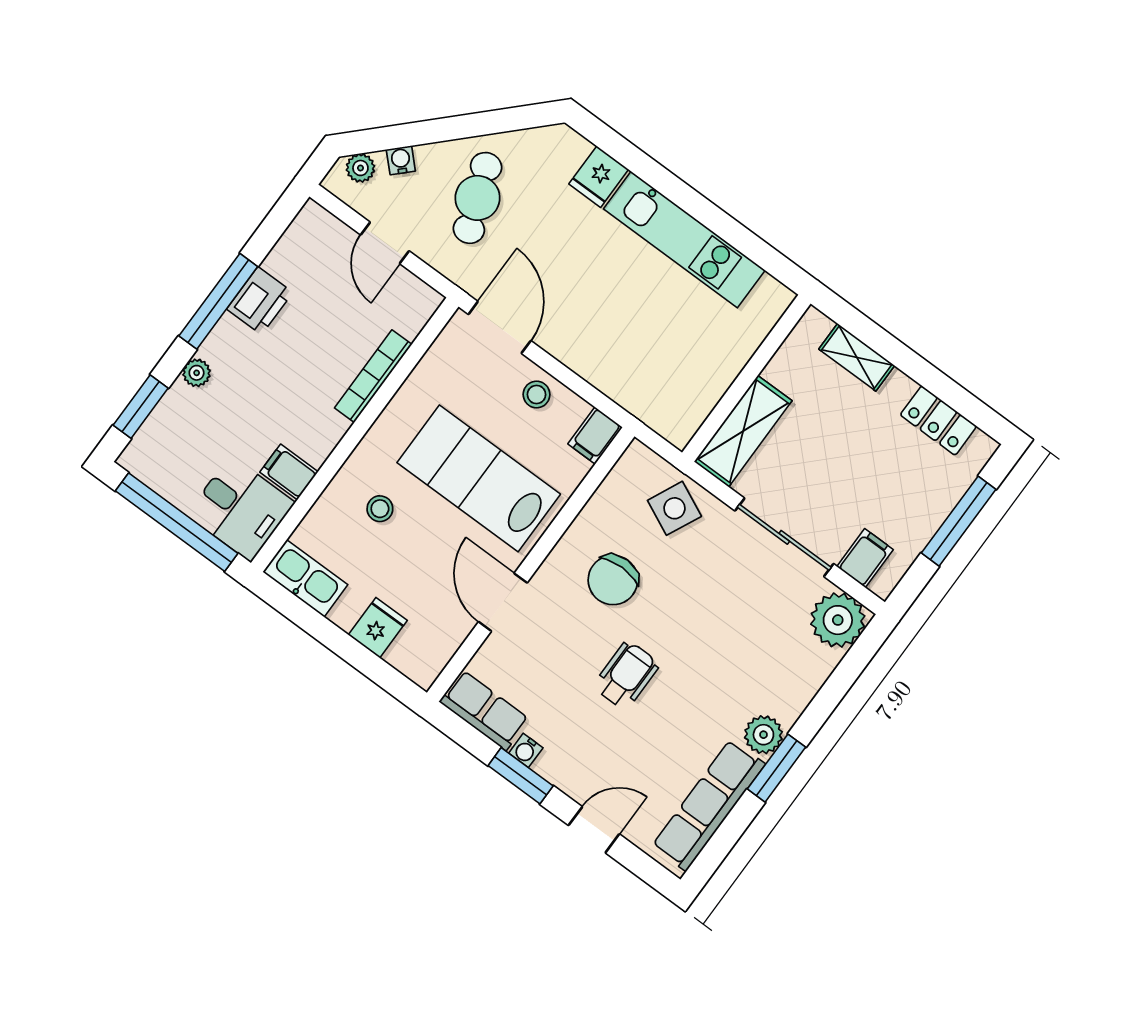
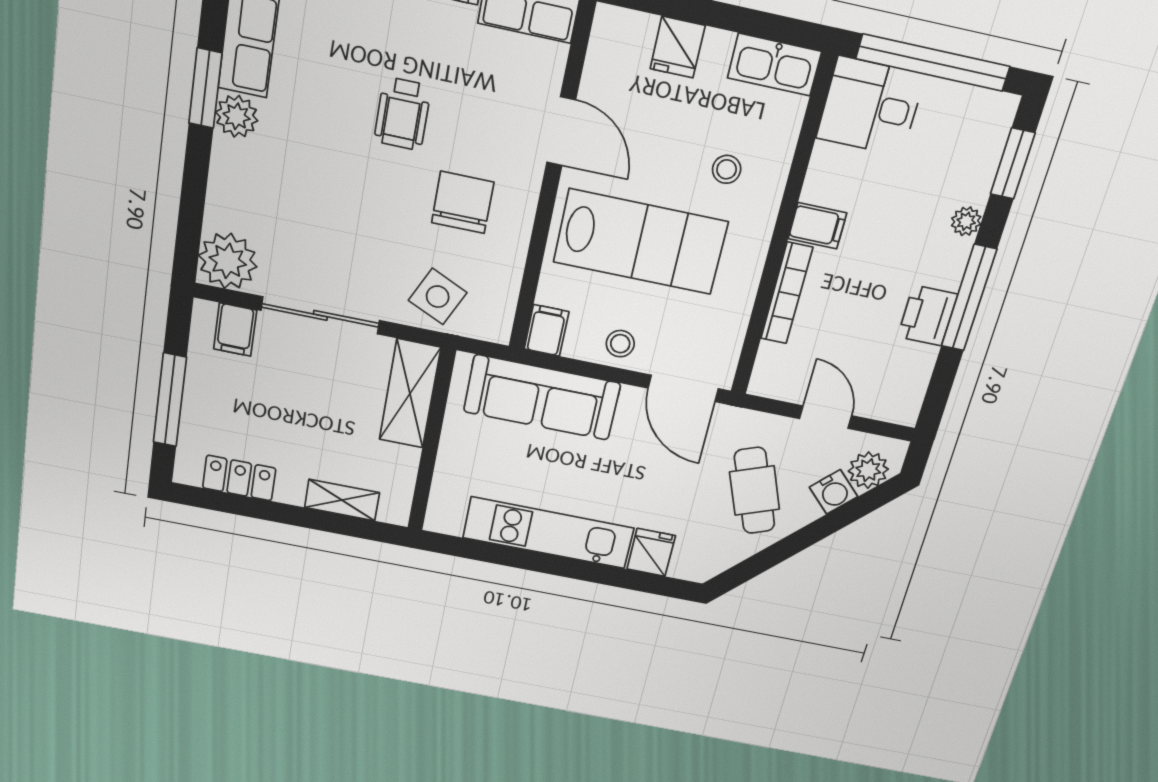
water cooler: (401, 160) -> (833, 492), width x1.38, depth x1.38
plant: (360, 168) -> (868, 470), width x1.38, depth x1.38
sofa: (628, 375) -> (542, 398), added
filing cabinet: (289, 472) -> (817, 226), moved

